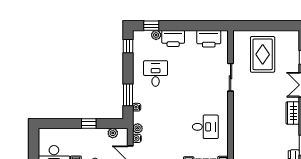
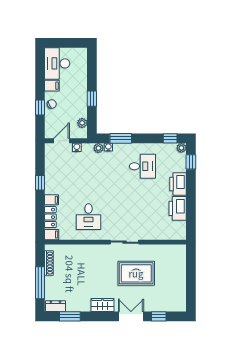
plant: (156, 35) -> (181, 148), moved
printer: (209, 39) -> (178, 208), moved
rug: (263, 54) -> (136, 273), moved
sliding door: (231, 77) -> (124, 242), moved
plant: (138, 128) -> (98, 148), moved

